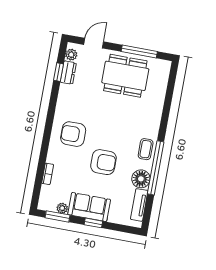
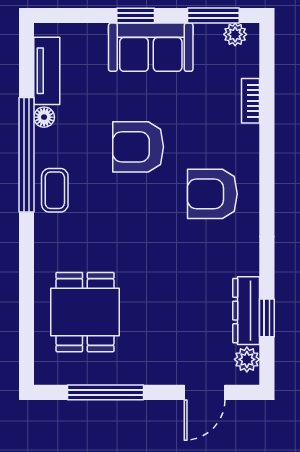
dresser: (68, 73) -> (246, 311), width x1.44
dining table: (125, 76) -> (85, 312), moved, width x0.73
armchair: (73, 134) -> (212, 194), turned 180
floor lamp: (141, 179) -> (44, 117), width x0.53, depth x0.53
plant: (62, 208) -> (235, 34), moved

